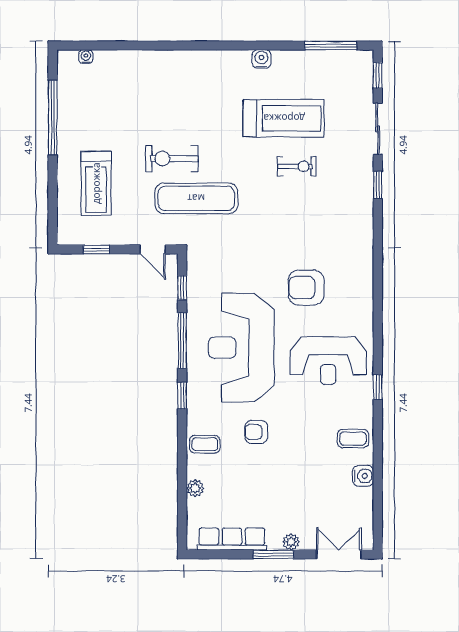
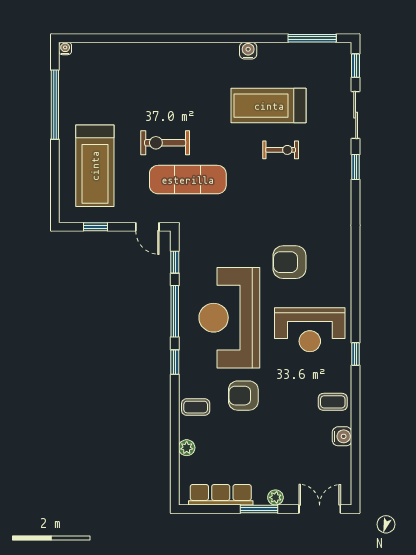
water cooler: (86, 57) -> (65, 48), moved
treadmill: (284, 118) -> (269, 106), turned 180
treadmill: (96, 183) -> (95, 166), width x1.37, depth x1.38
armchair: (256, 432) -> (243, 396), width x1.38, depth x1.38

